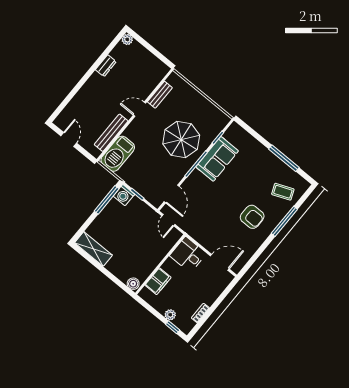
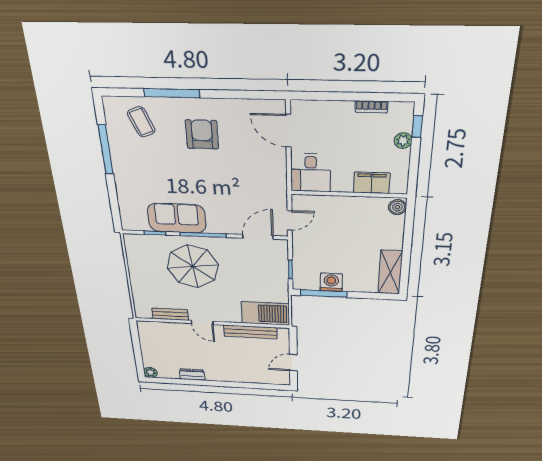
washing machine: (124, 195) -> (331, 282), moved, turned -90

